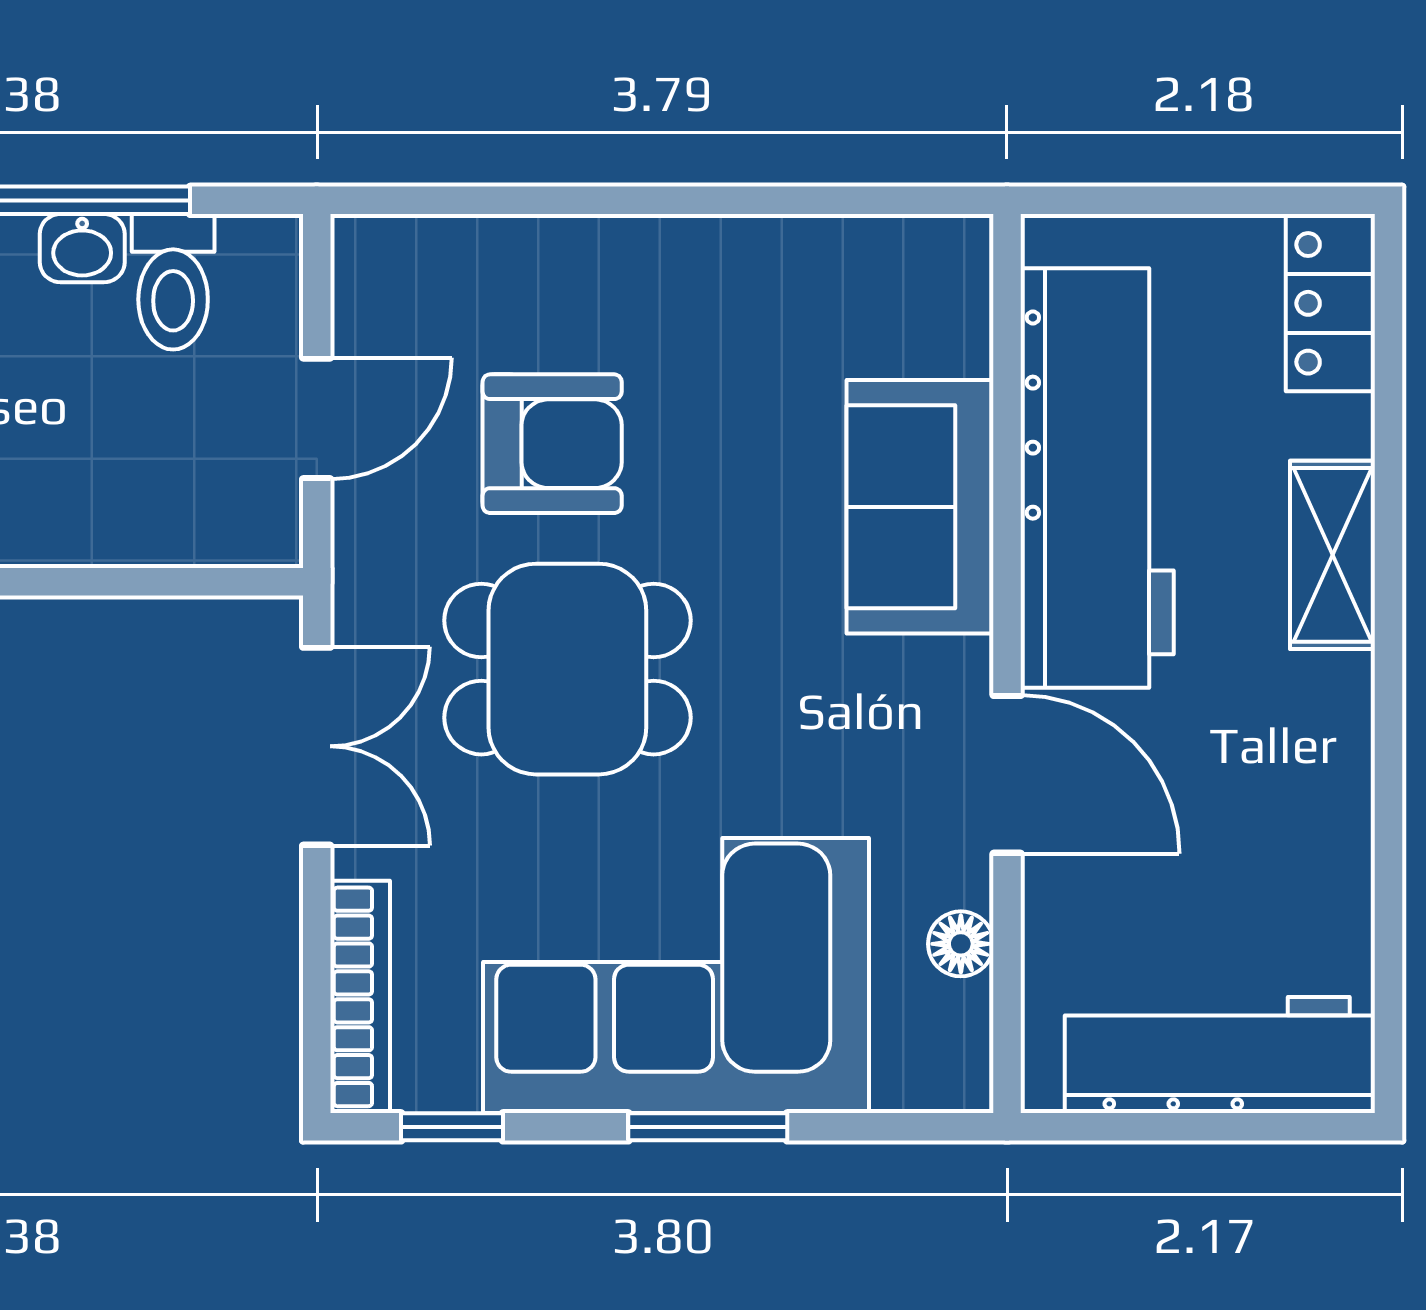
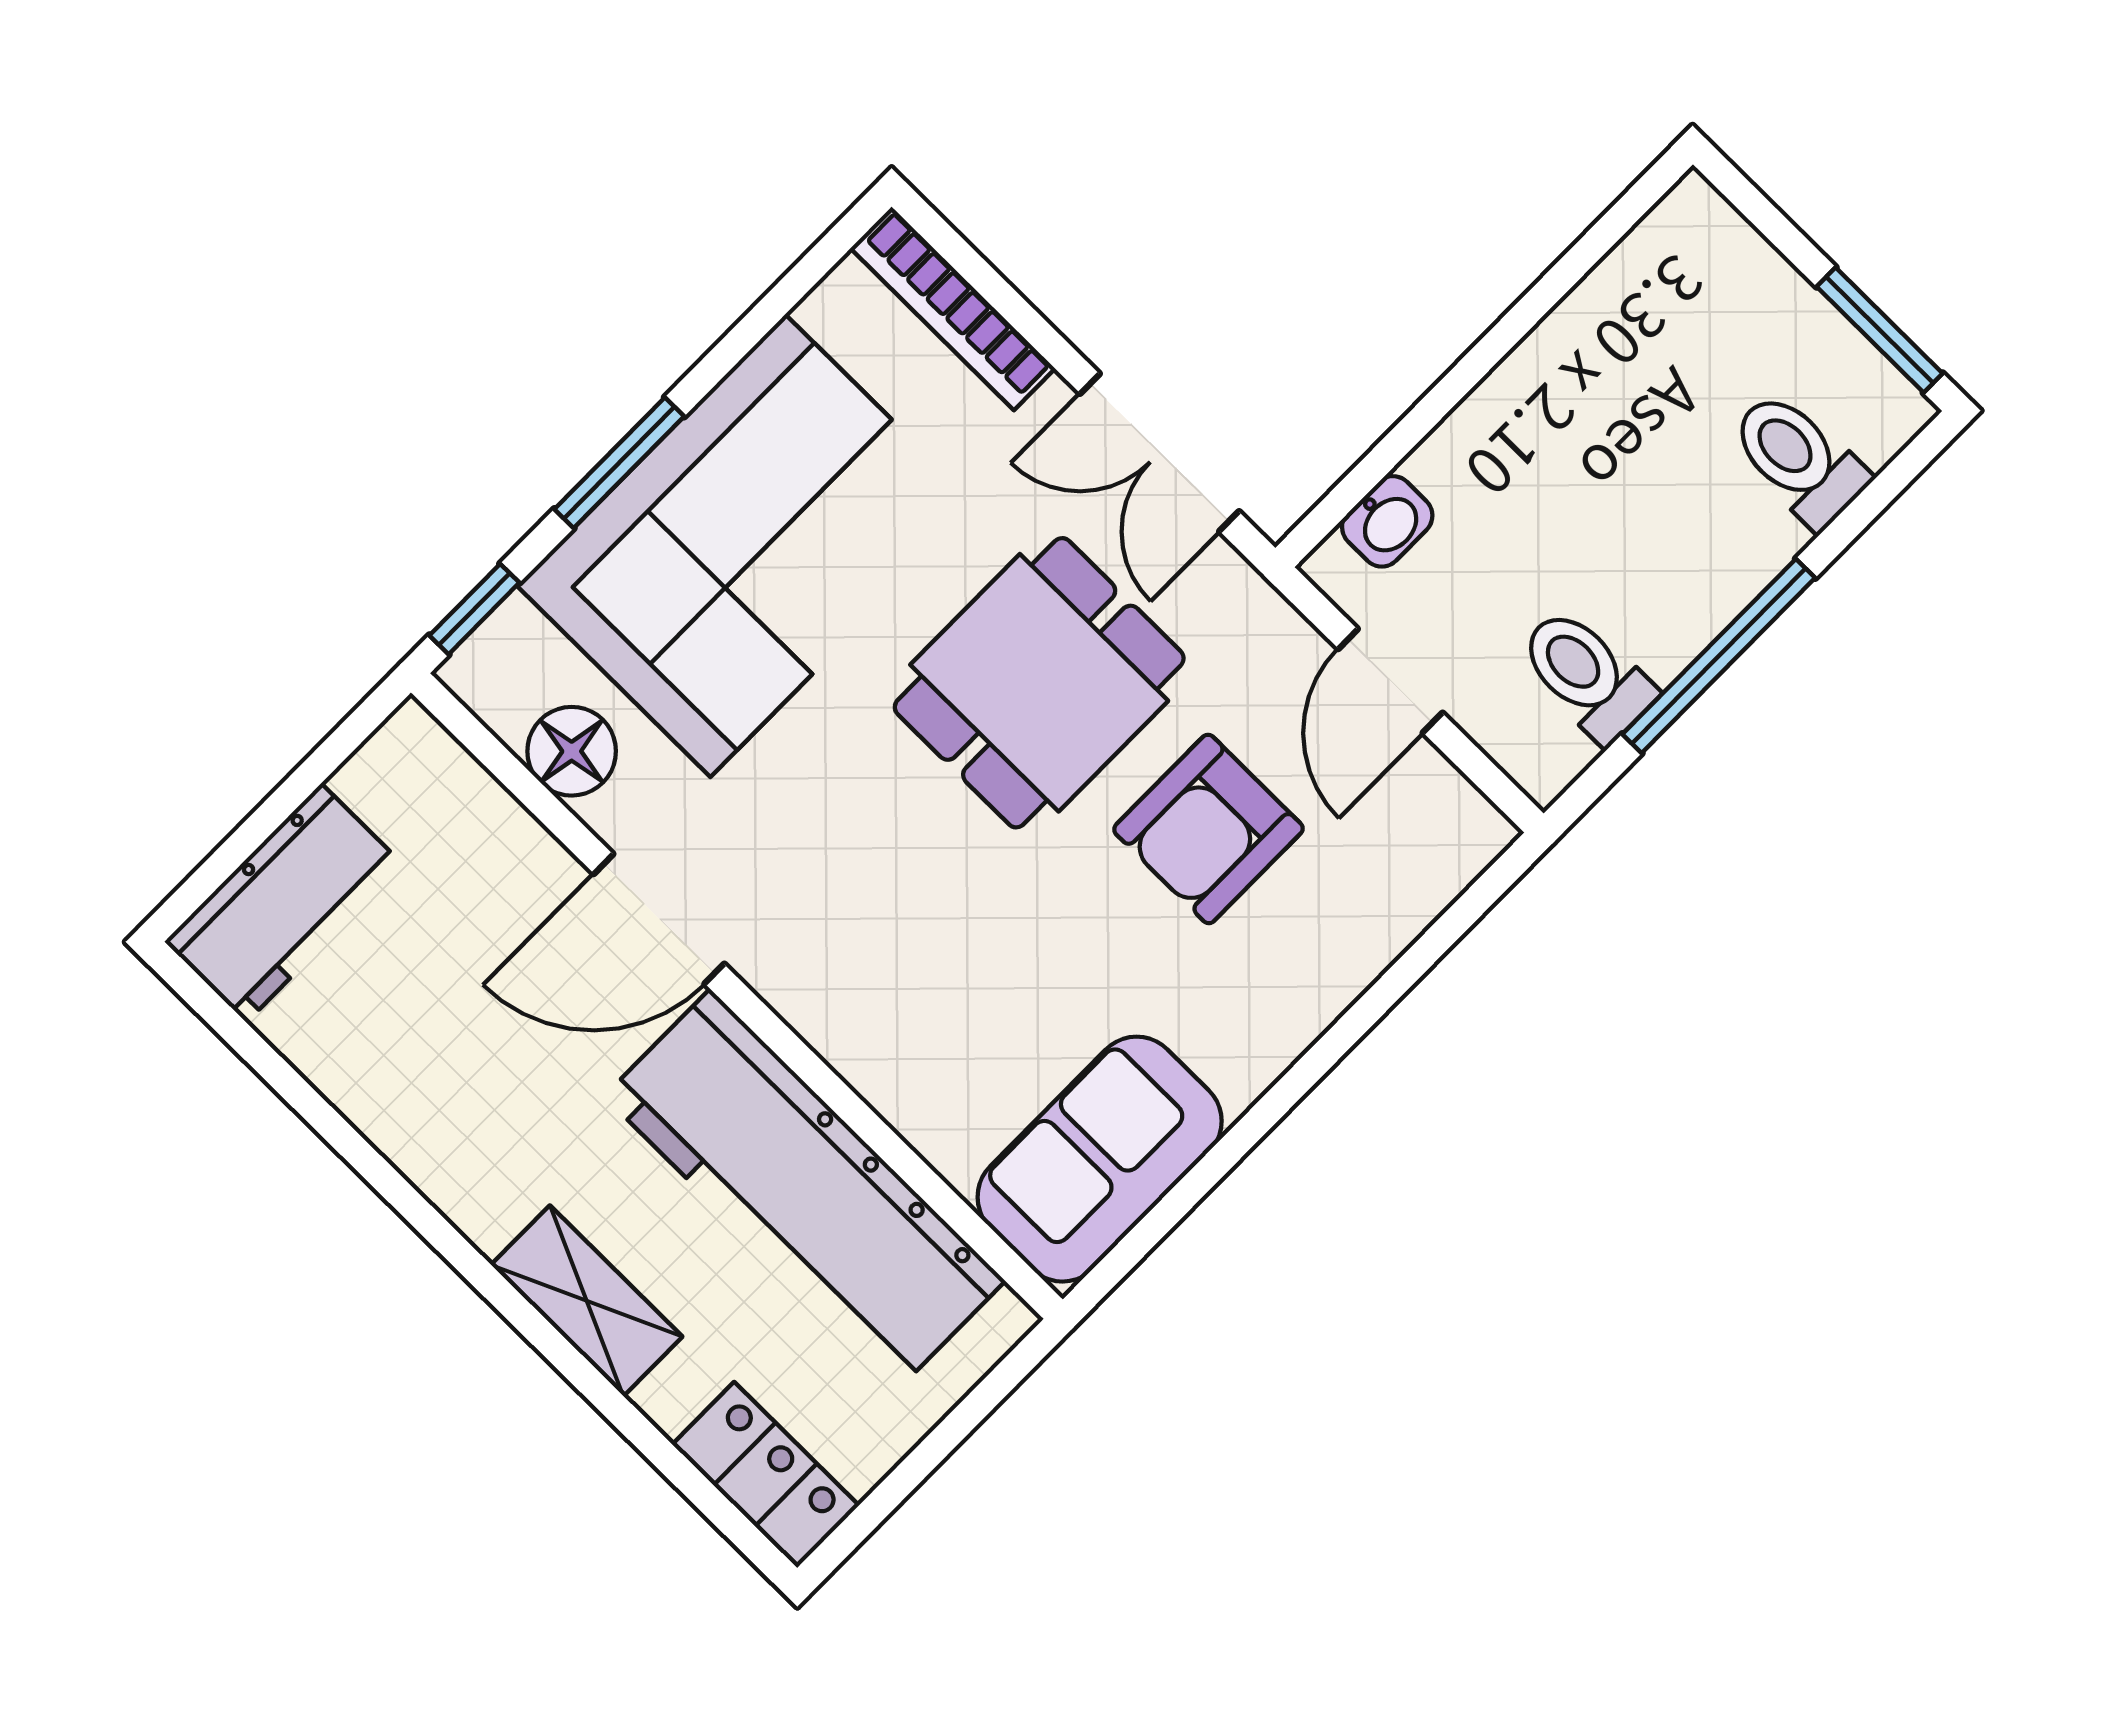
washbasin: (82, 248) -> (1387, 521), moved, turned 180
sofa: (920, 507) -> (1100, 1159), moved, turned -90
floor lamp: (961, 944) -> (572, 751), width x1.37, depth x1.37
workbench: (1220, 1055) -> (284, 903), width x0.73
window: (452, 1127) -> (474, 609), moved

